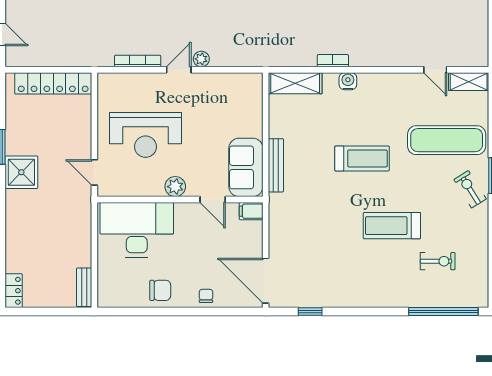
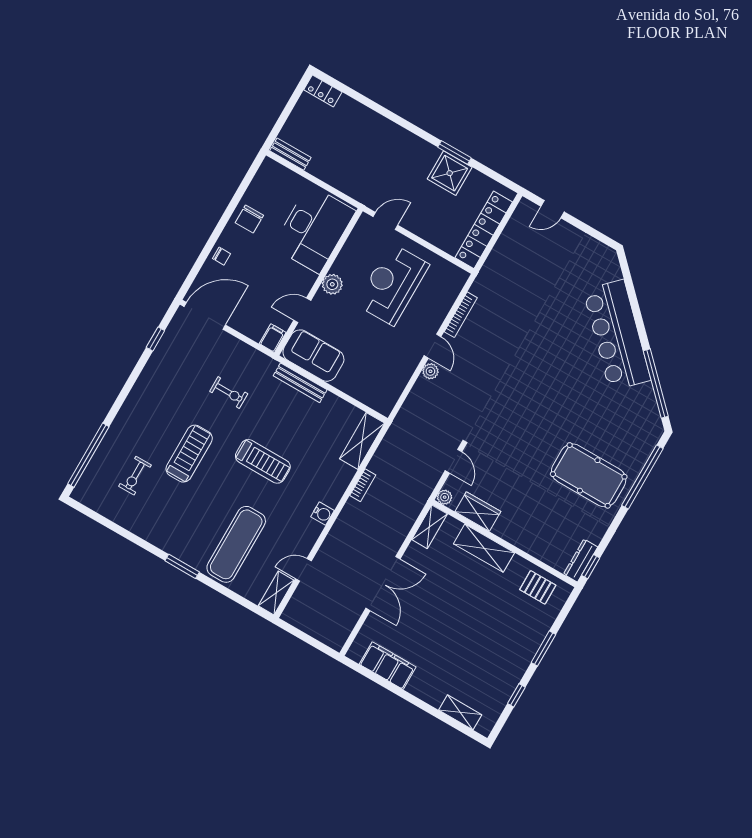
water cooler: (348, 81) -> (322, 514), moved
treadmill: (362, 158) -> (263, 461), turned -90
shower: (21, 172) -> (450, 173), moved
exercise bike: (470, 189) -> (229, 392), moved, turned 32

